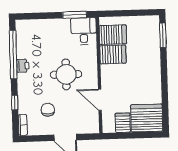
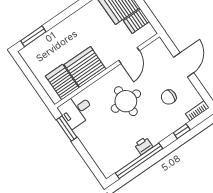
server rack: (113, 54) -> (85, 67), width x1.60

